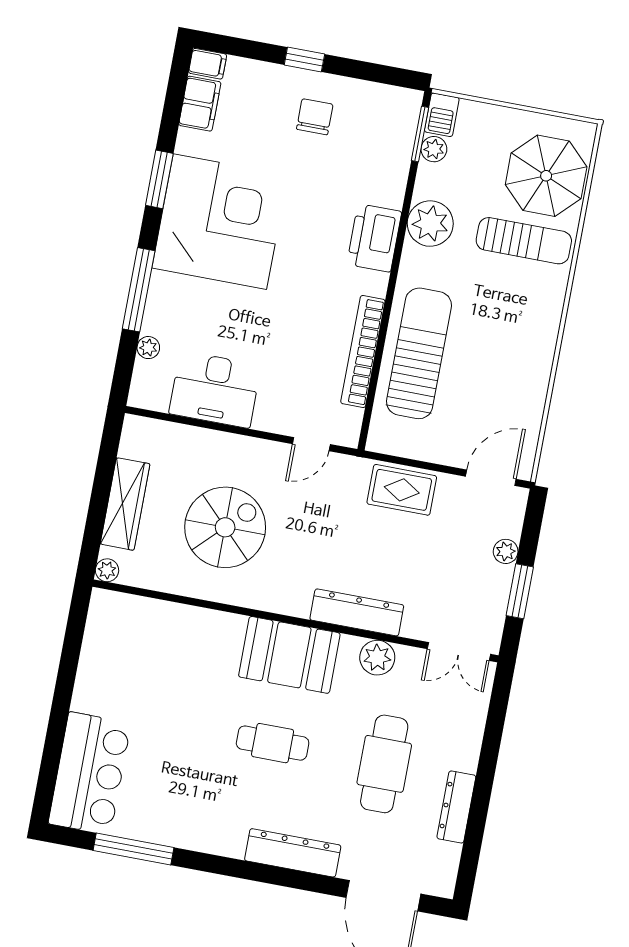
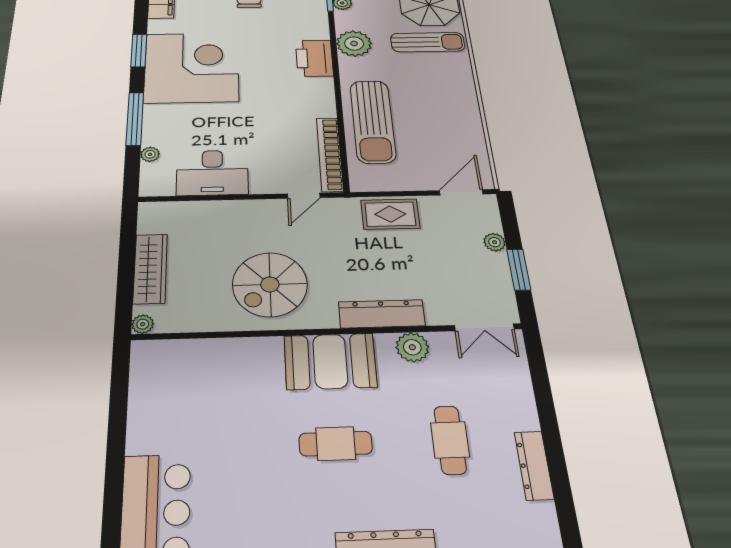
bookcase: (363, 352) -> (330, 154), moved
sun lounger: (419, 353) -> (373, 121), turned 180
spiral stairs: (225, 527) -> (270, 284), moved, turned 180
cafe table: (384, 764) -> (450, 440), width x0.73, depth x0.74

